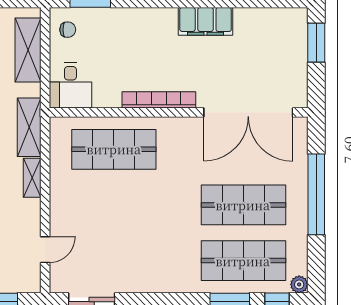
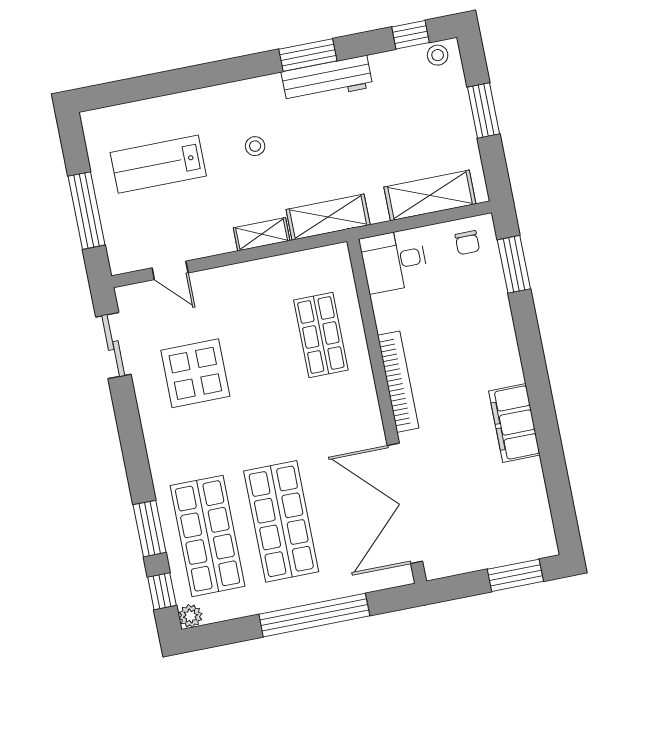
shop shelf: (114, 149) -> (321, 335), width x0.70, depth x0.74
display table: (124, 246) -> (195, 373), added

